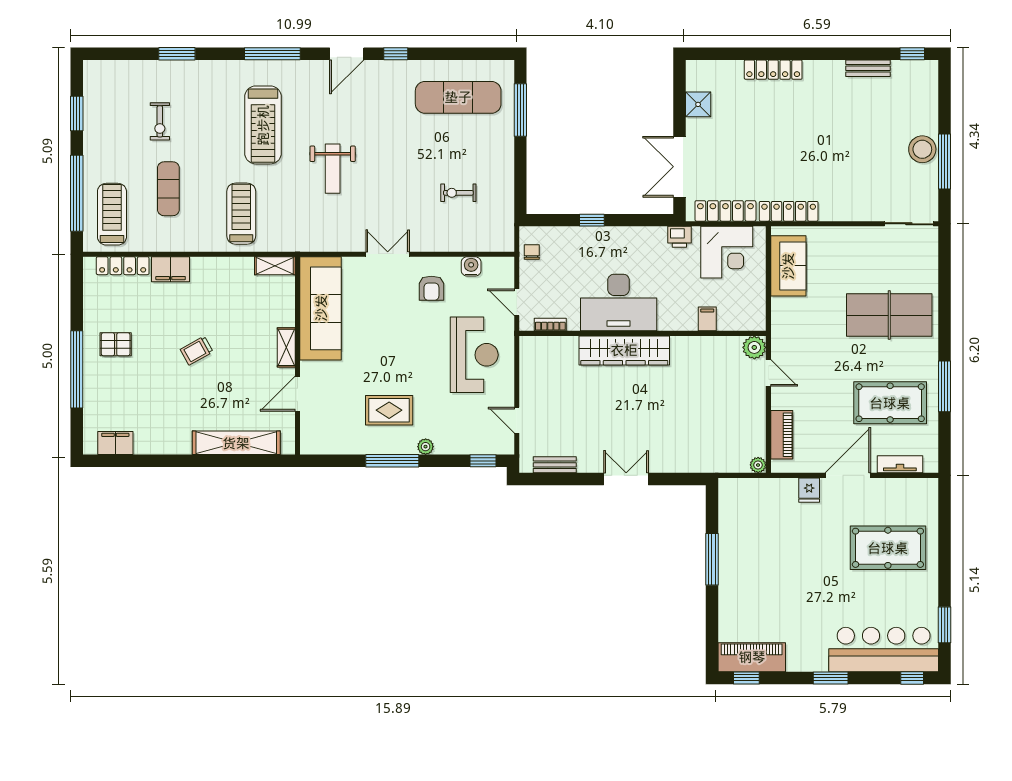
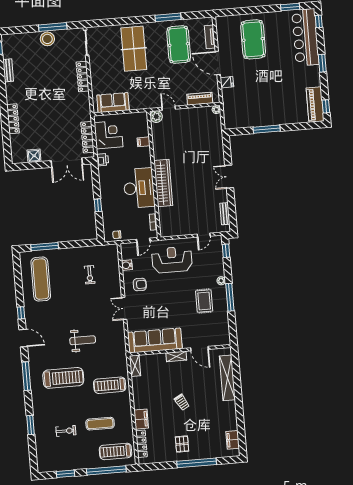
locker: (789, 211) -> (83, 77), moved
door: (768, 373) -> (169, 108), hinge flipped

